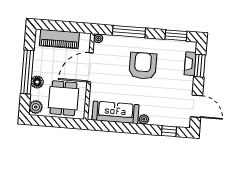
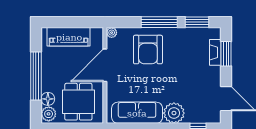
window: (129, 32) -> (159, 22), moved
armchair: (143, 66) -> (148, 50), moved, turned 180
floor lamp: (37, 82) -> (48, 99), moved
plant: (144, 119) -> (174, 113), width x1.88, depth x1.88

